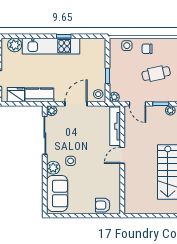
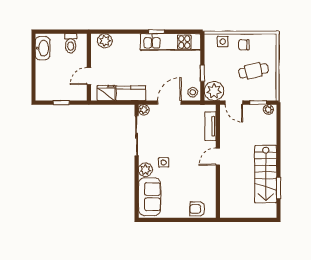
kitchen unit: (51, 46) -> (171, 42), moved
plant: (114, 97) -> (214, 91), width x1.87, depth x1.87
tv unit: (115, 126) -> (210, 126), width x0.71

